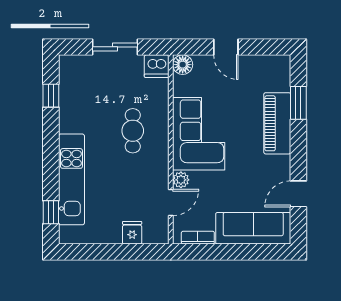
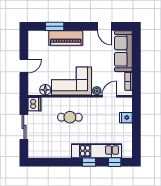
floor lamp: (183, 65) -> (45, 90), moved
window: (51, 96) -> (89, 162), moved
door: (171, 202) -> (109, 96), hinge flipped

